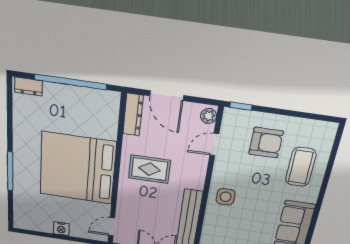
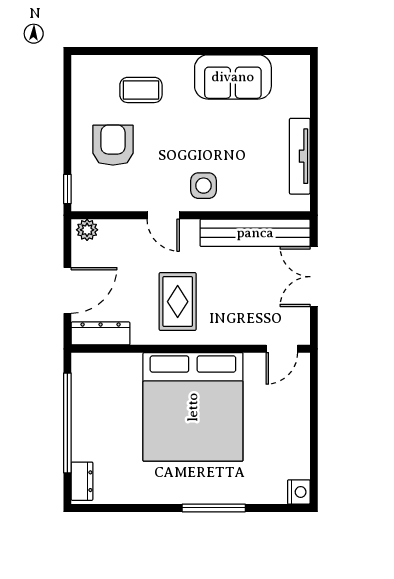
door: (214, 145) -> (163, 215), moved
coffee table: (301, 167) -> (141, 90), width x0.73, depth x0.77
door: (112, 227) -> (282, 349), hinge flipped
nightstand: (61, 229) -> (299, 492), moved

